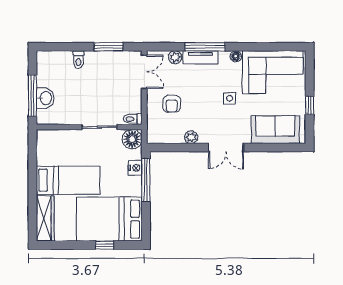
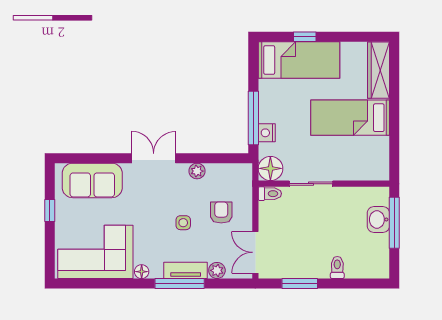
side table: (230, 98) -> (183, 223), moved
bed: (109, 219) -> (299, 60), width x0.67

